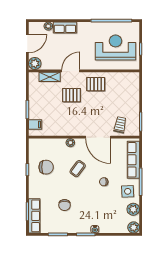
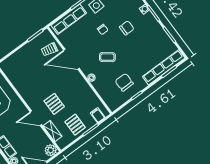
pallet: (96, 84) -> (75, 125), moved
door: (98, 137) -> (71, 59), swing flipped
chair: (65, 205) -> (127, 28), moved
row of seats: (34, 216) -> (164, 67), width x1.36

